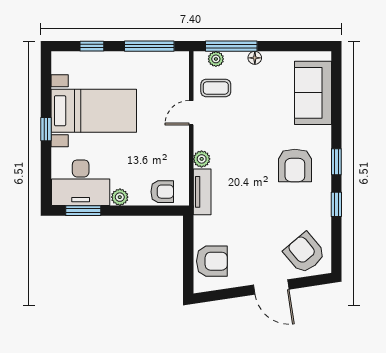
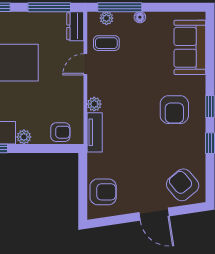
dresser: (180, 68) -> (75, 26), added

